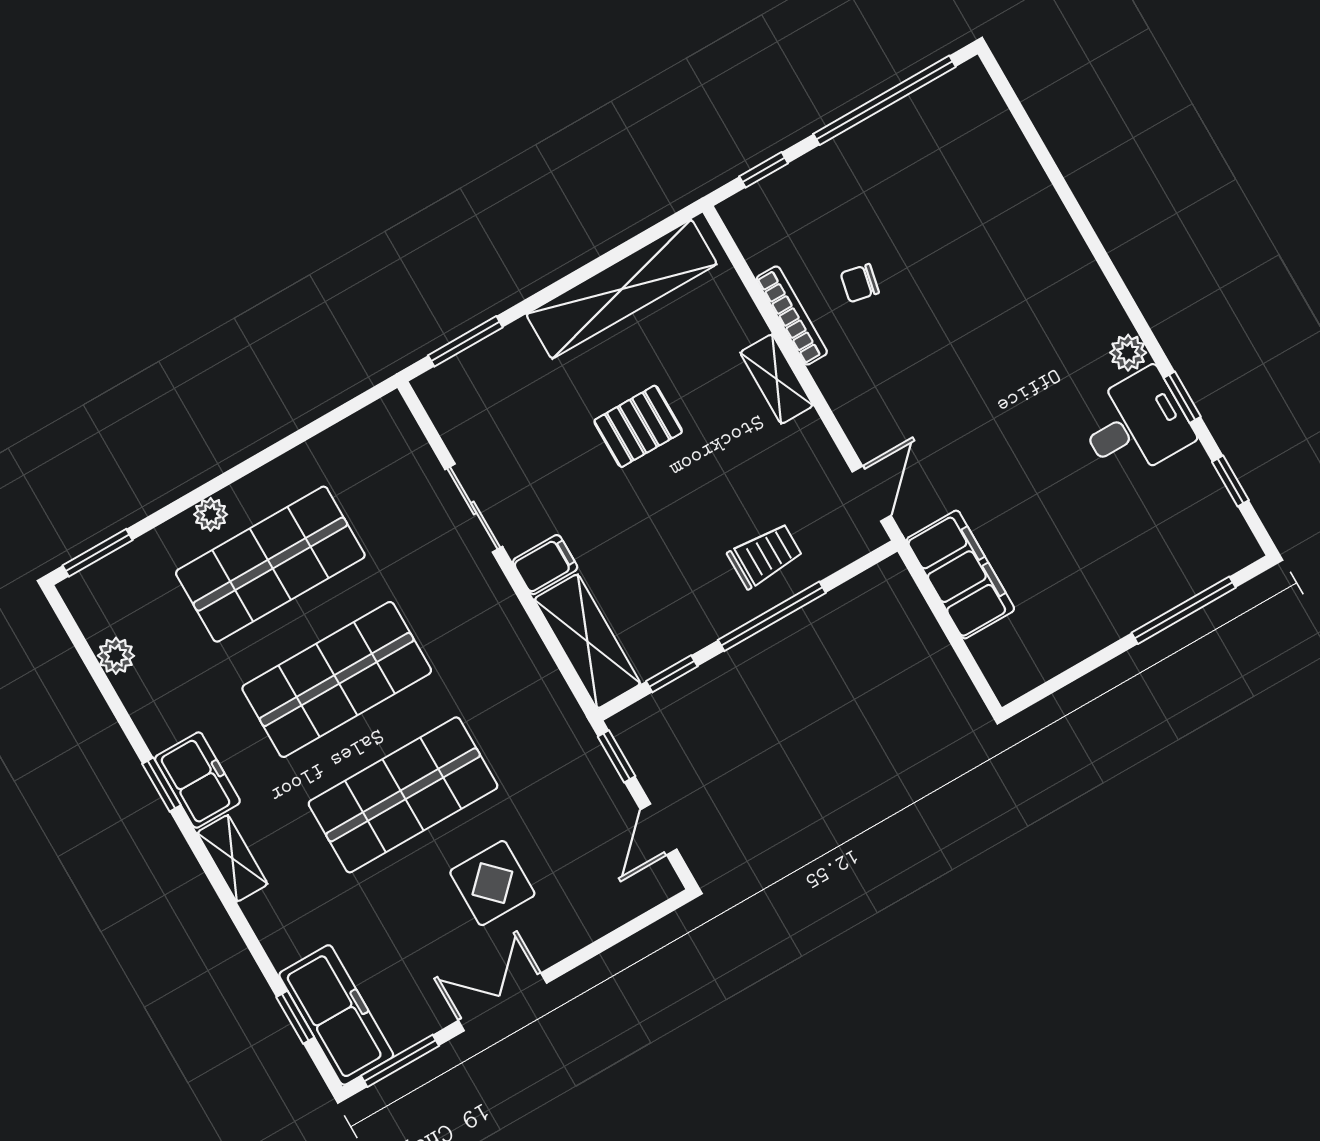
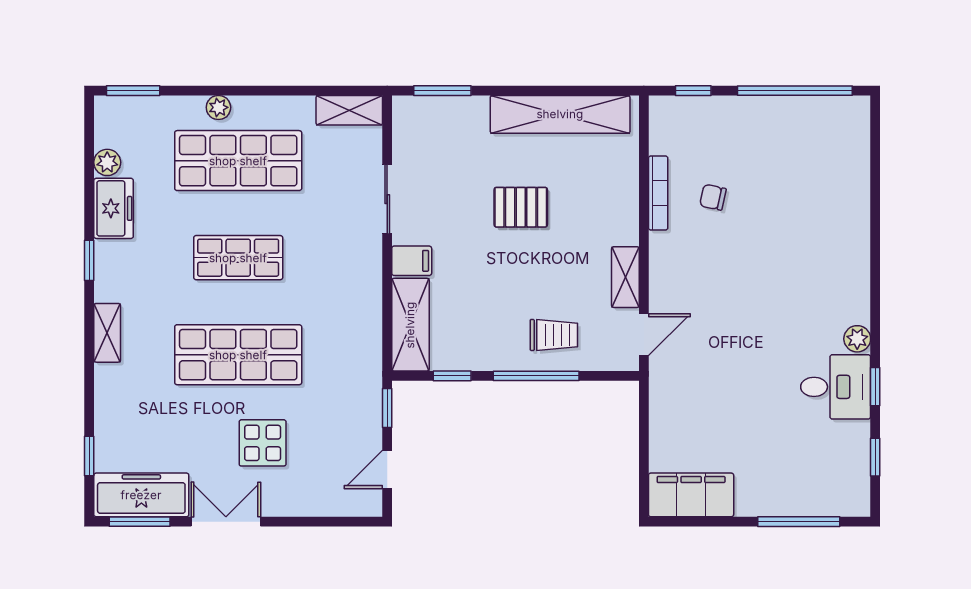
shelving: (777, 379) -> (625, 277), moved
shelving: (368, 428) -> (349, 110), added
filing cabinet: (960, 575) -> (691, 495), moved, turned -90
shop shelf: (337, 679) -> (238, 258), width x0.70, depth x0.74
freezer: (197, 780) -> (114, 208), moved
freezer: (336, 1015) -> (141, 495), moved, turned -90

